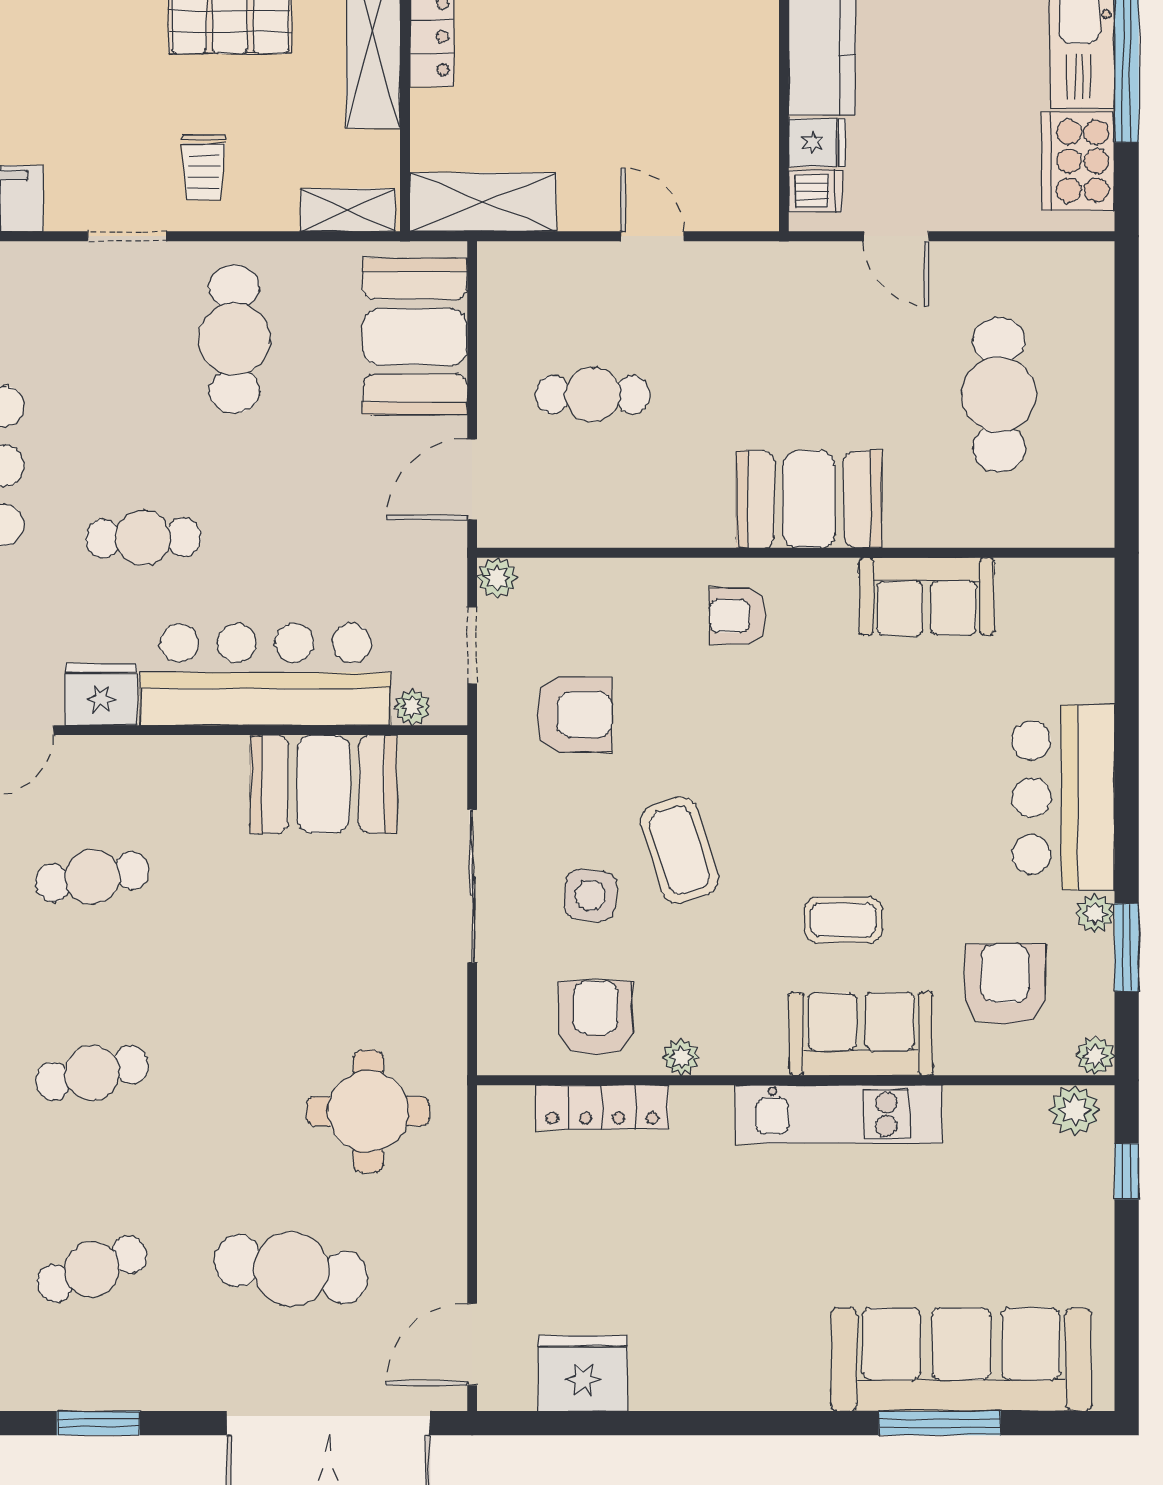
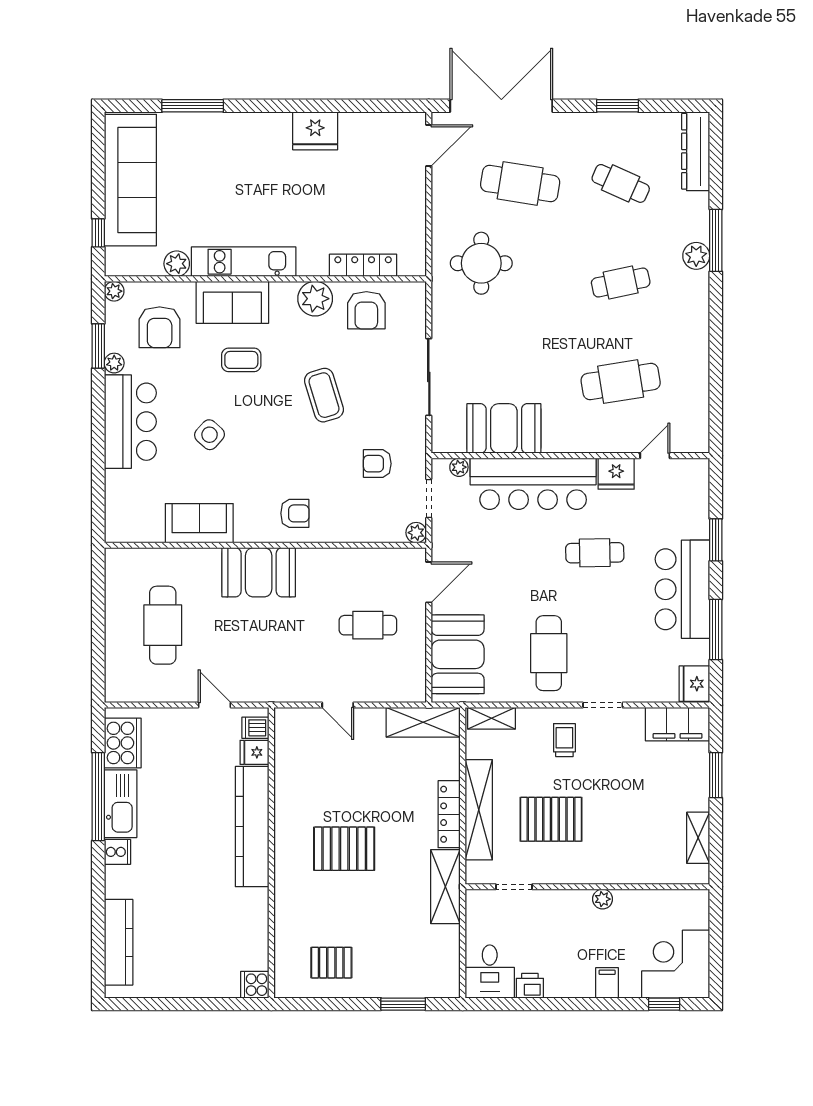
armchair: (574, 715) -> (377, 464), width x0.72, depth x0.72
cafe table: (92, 877) -> (621, 382), width x1.37, depth x1.35
side table: (590, 895) -> (210, 435), moved, turned 36
plant: (681, 1057) -> (315, 299), width x1.88, depth x1.88
plant: (1075, 1110) -> (177, 264), moved
cafe table: (92, 1269) -> (621, 183), turned 45
sofa: (961, 1359) -> (130, 180), moved, turned -90
fridge: (583, 1373) -> (315, 131), moved

